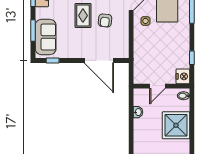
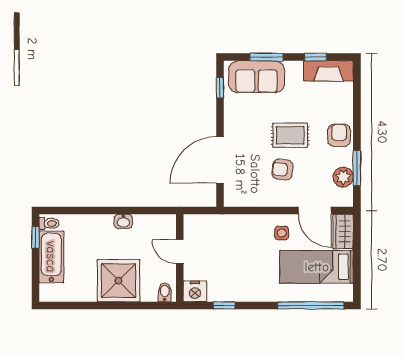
washbasin: (138, 112) -> (123, 221), moved

